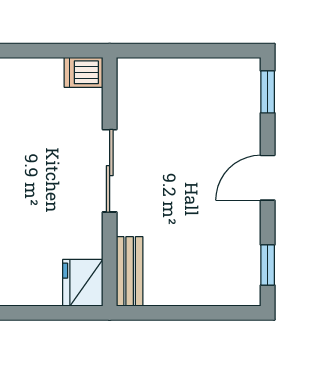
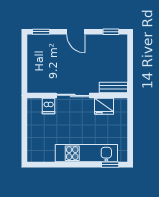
dishwasher: (84, 72) -> (49, 106), moved
fridge: (83, 283) -> (104, 106), moved

